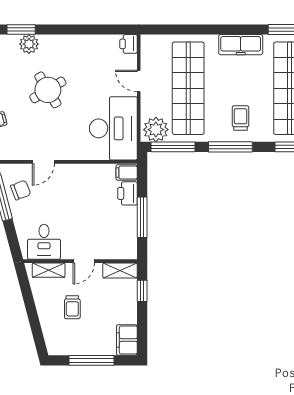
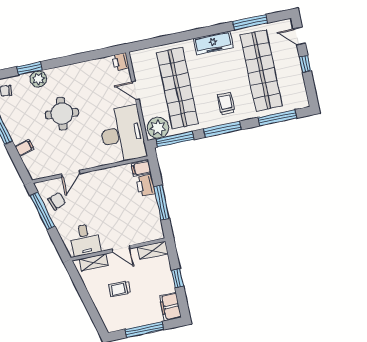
round table: (48, 90) -> (62, 114), turned 37
door: (84, 261) -> (121, 249), hinge flipped
window: (142, 291) -> (177, 278), moved
trolley: (72, 307) -> (120, 289), turned 90

